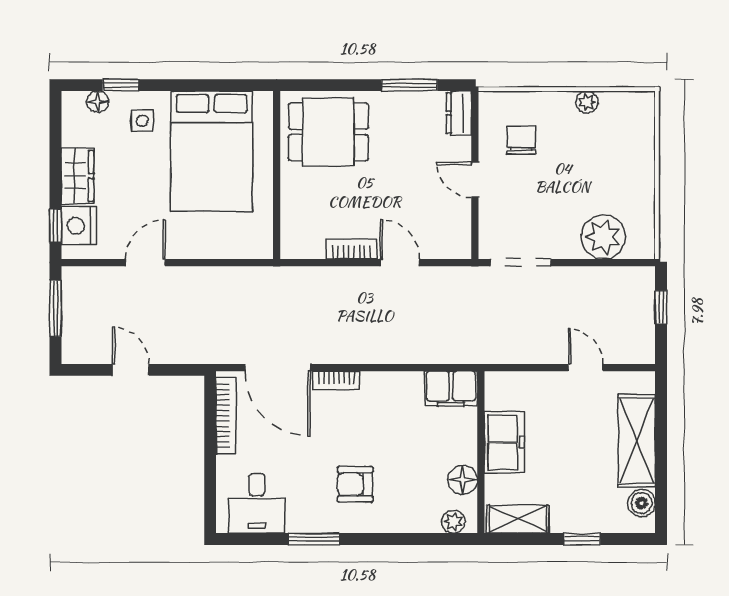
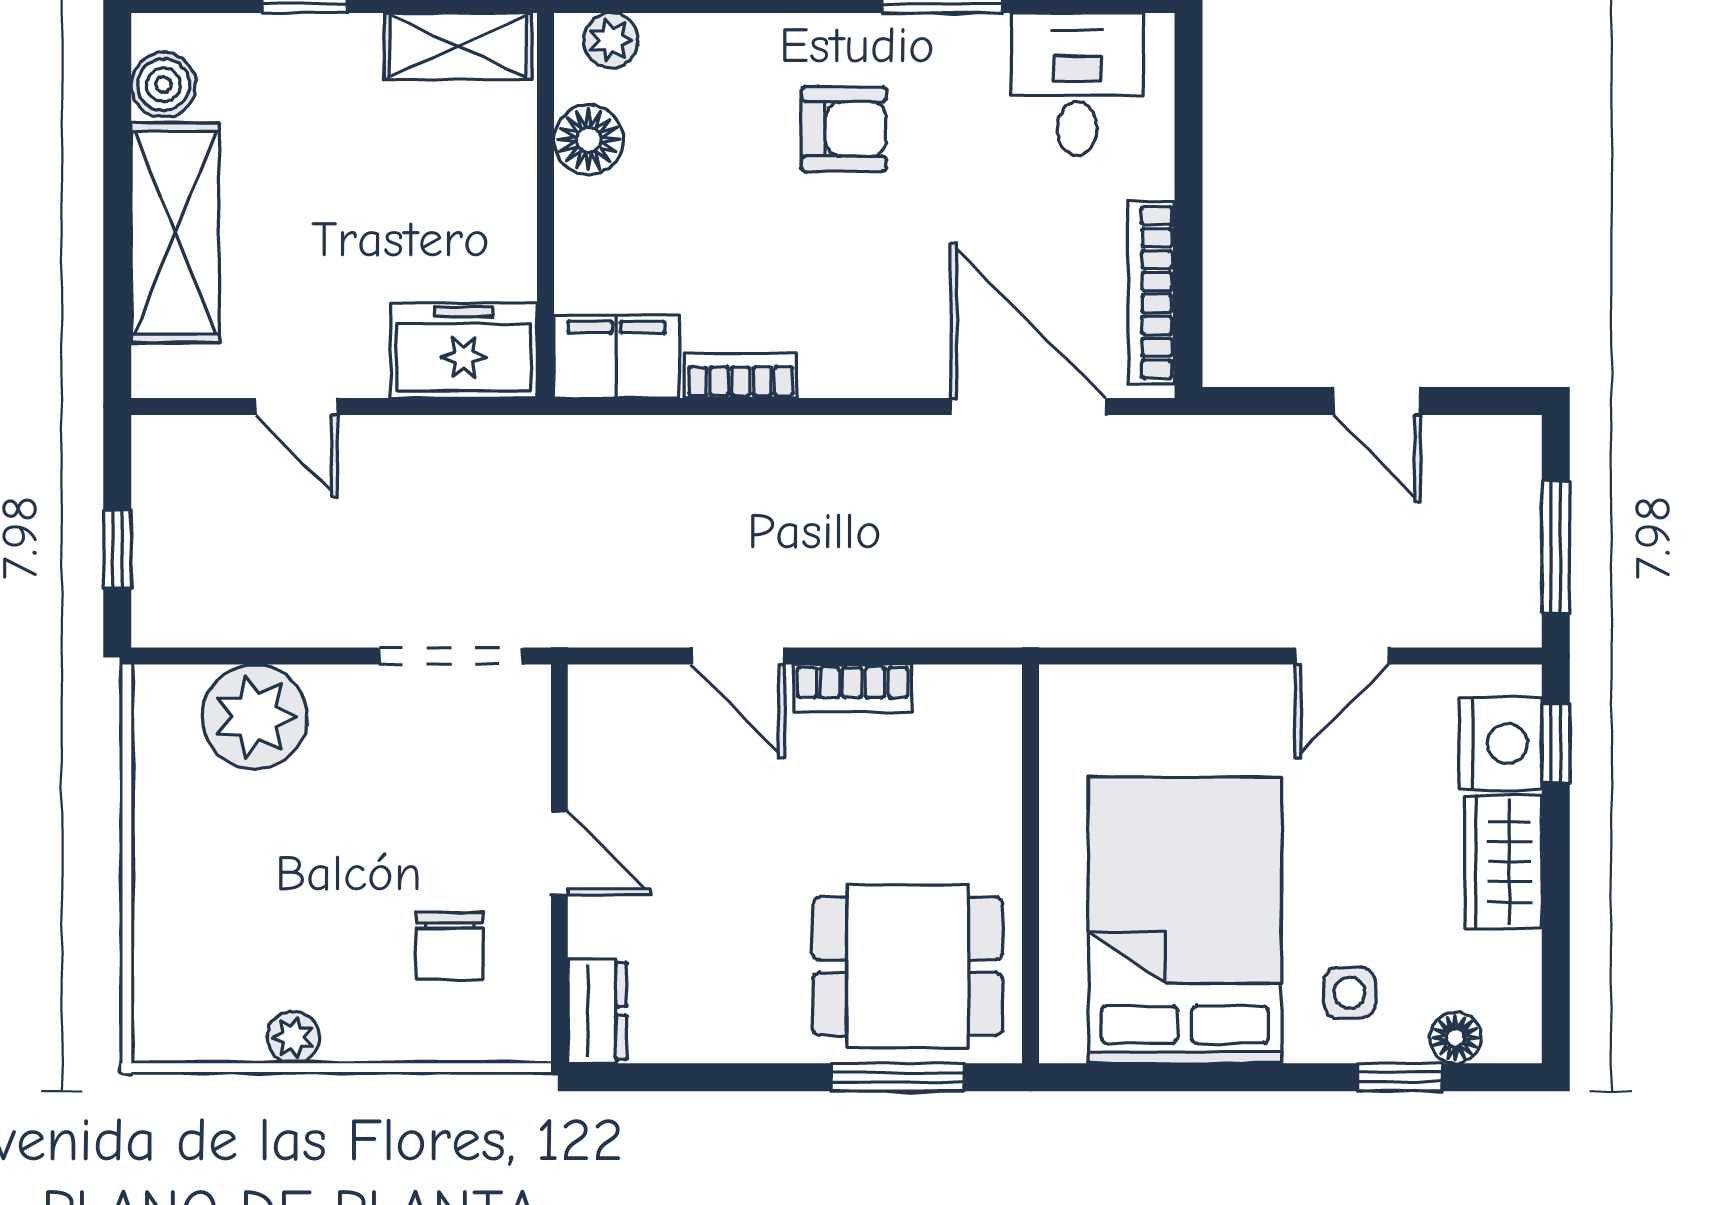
window: (409, 85) -> (898, 1077), moved
bookcase: (336, 380) -> (741, 376), moved
freezer: (504, 442) -> (464, 351), moved, turned 90

